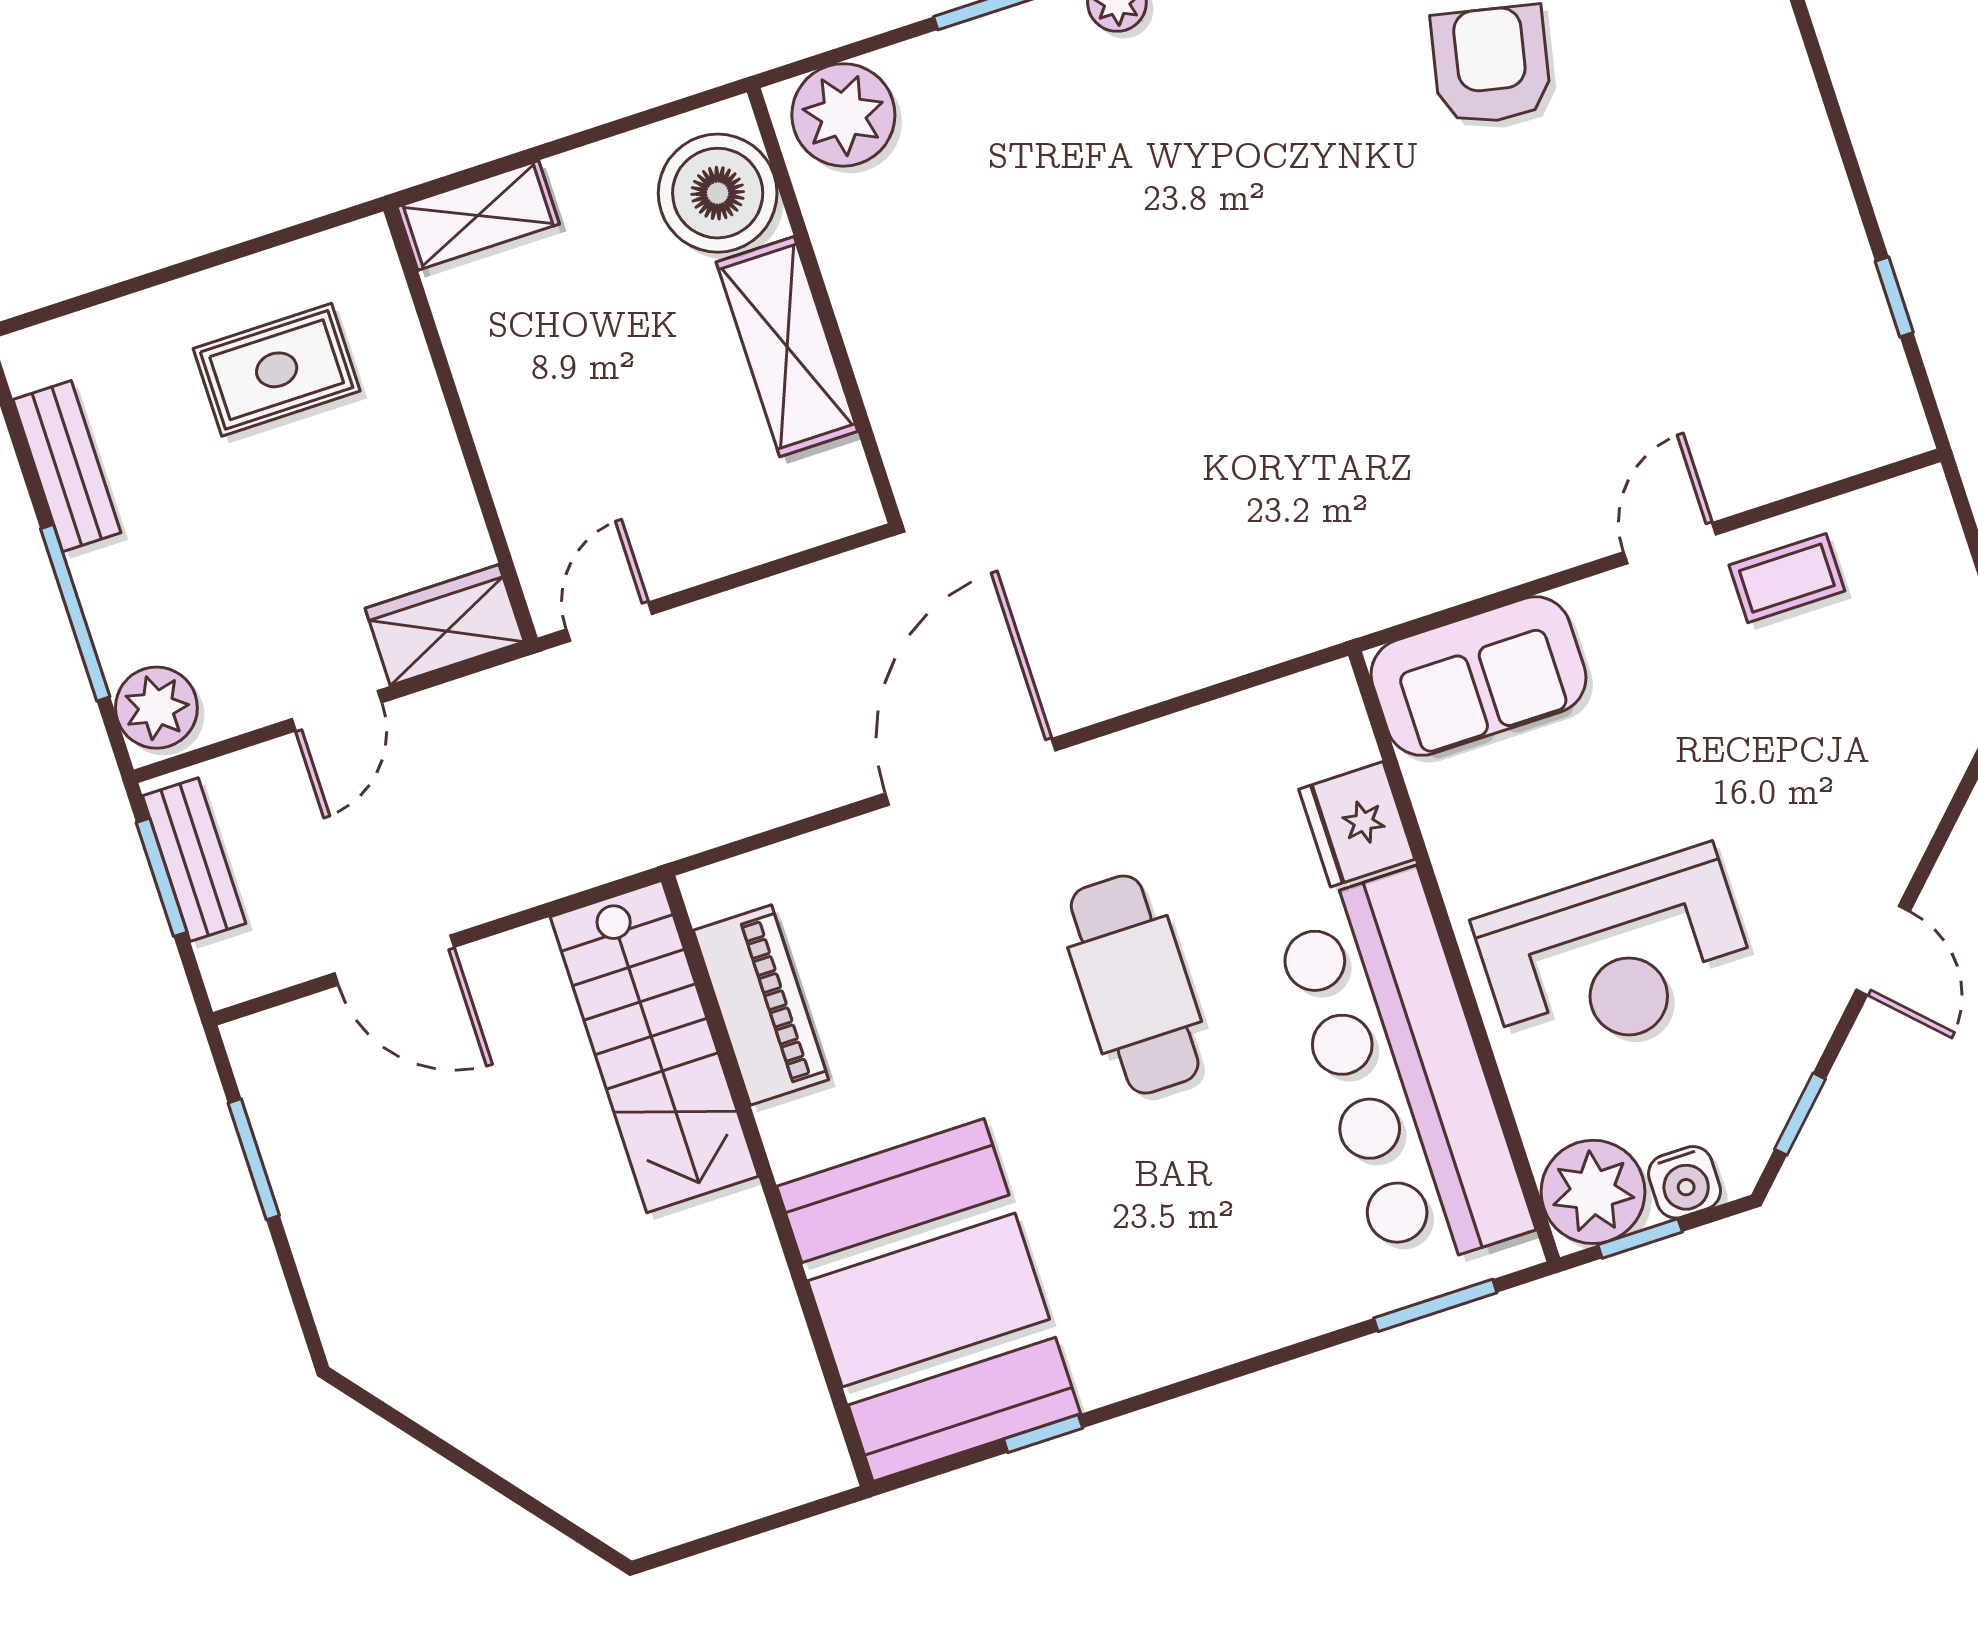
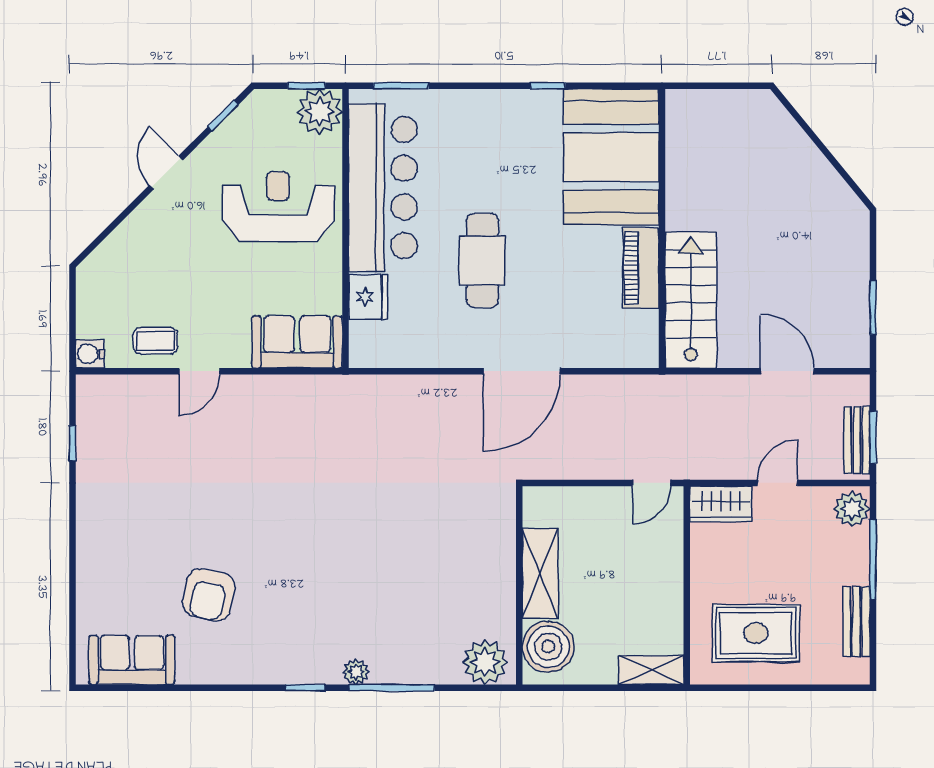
rug: (277, 370) -> (756, 633), width x1.36, depth x1.43
piano: (761, 1005) -> (641, 268), moved
water cooler: (1684, 1182) -> (90, 354), moved, turned -90
window: (1043, 1434) -> (548, 86), moved

